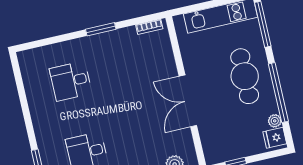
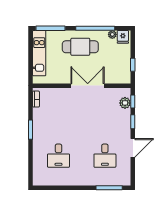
double door: (188, 101) -> (88, 86), swing flipped

